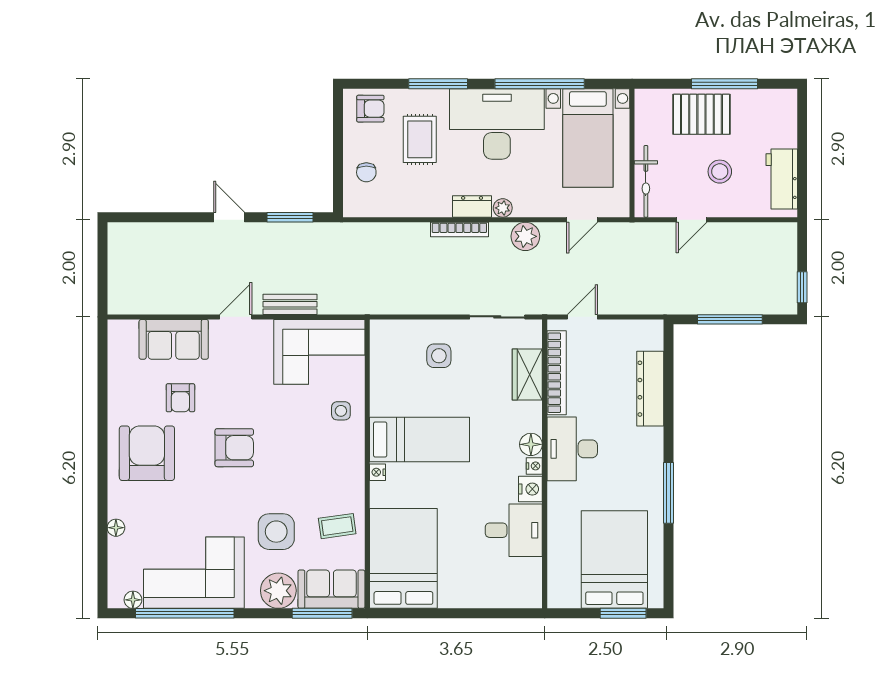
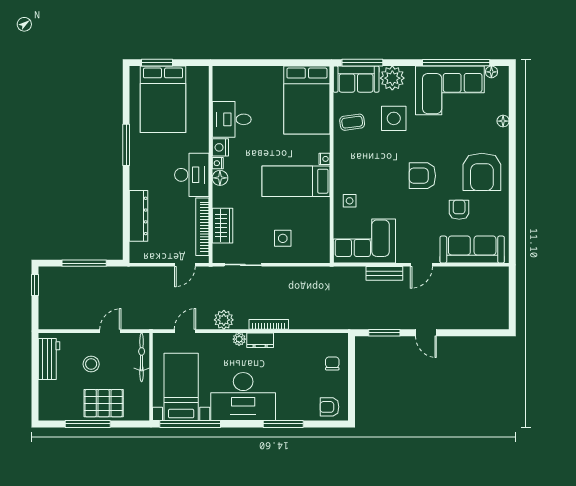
window: (540, 84) -> (190, 424), moved
rug: (420, 139) -> (296, 386), removed
sofa: (174, 339) -> (472, 250), width x1.36

